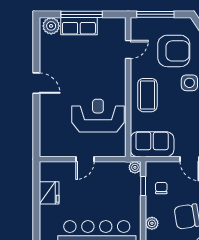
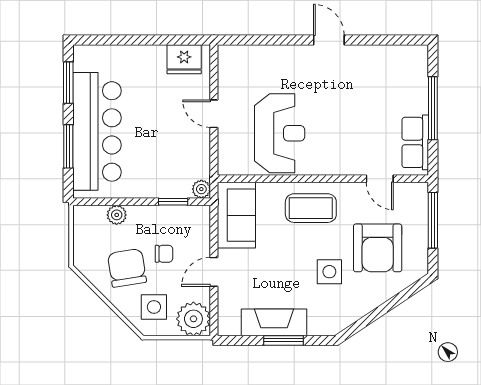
plant: (51, 26) -> (416, 62), removed
row of seats: (79, 26) -> (415, 142), moved
door: (36, 83) -> (329, 40), swing flipped
chair: (161, 188) -> (164, 254), moved
fridge: (49, 193) -> (184, 59), moved

